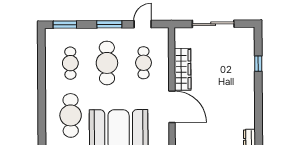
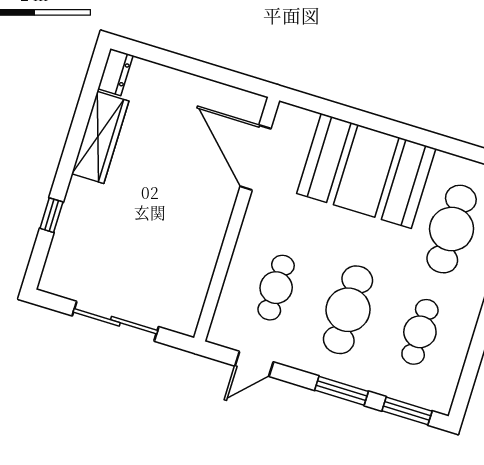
window: (109, 24) -> (341, 391), moved
wardrobe: (183, 69) -> (100, 137), moved, turned 180
door: (172, 107) -> (255, 158), moved

